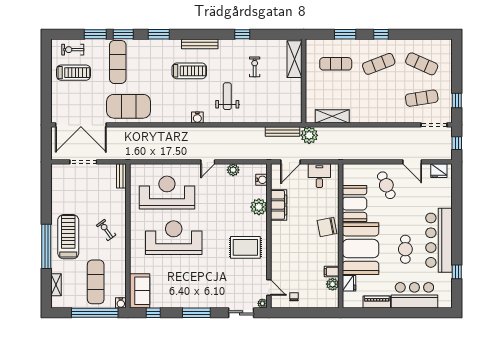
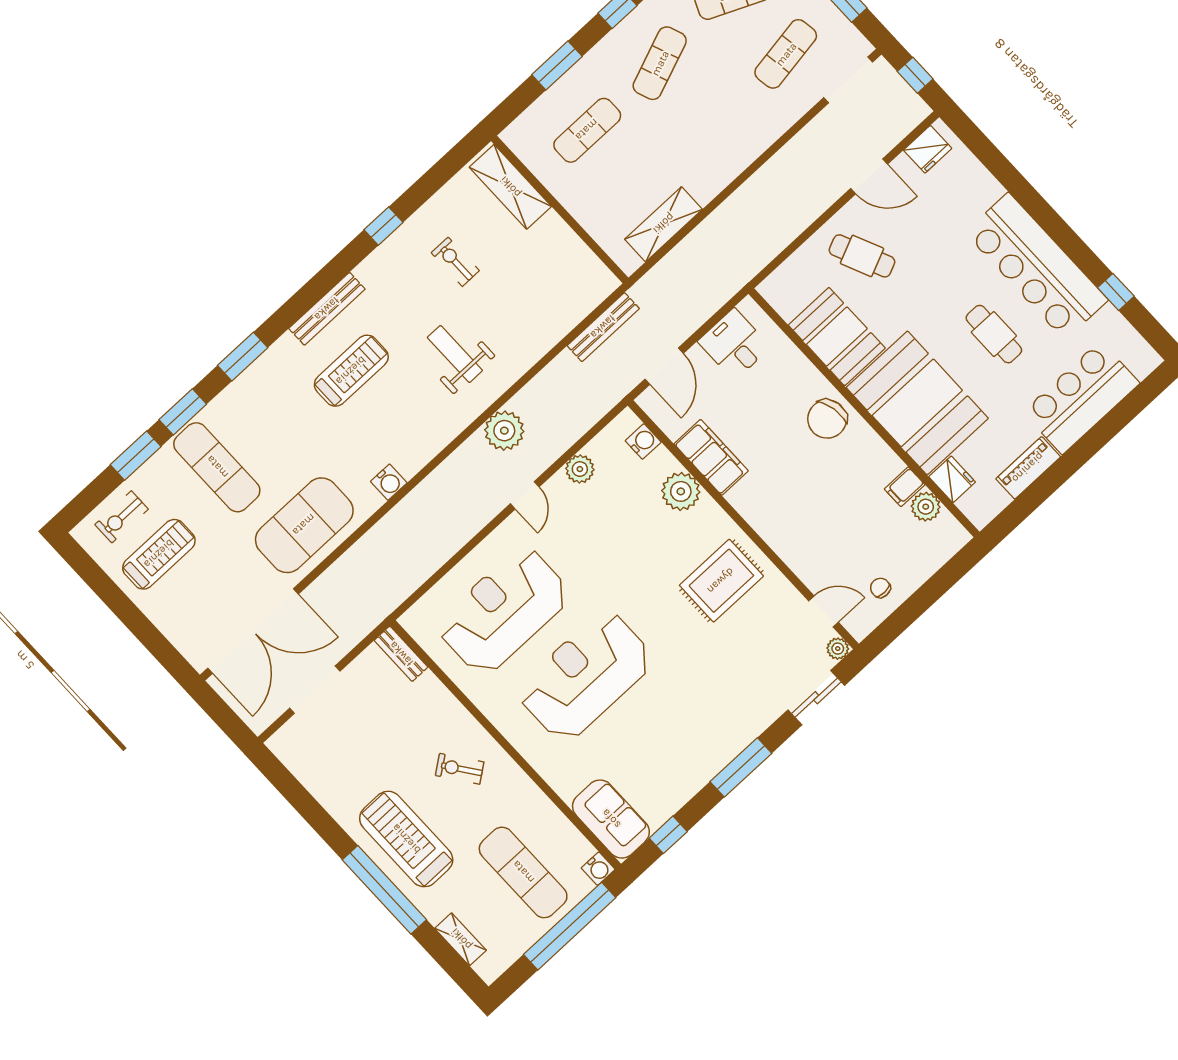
water cooler: (197, 118) -> (389, 482), moved
plant: (309, 135) -> (504, 431), moved

